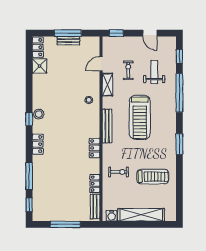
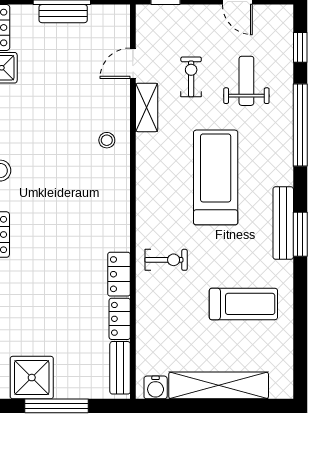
treadmill: (140, 117) -> (216, 177), turned 180
bench: (107, 126) -> (283, 223), moved
locker: (95, 148) -> (119, 274), moved
exercise bike: (119, 172) -> (166, 260), moved
shower: (54, 211) -> (32, 378), added

